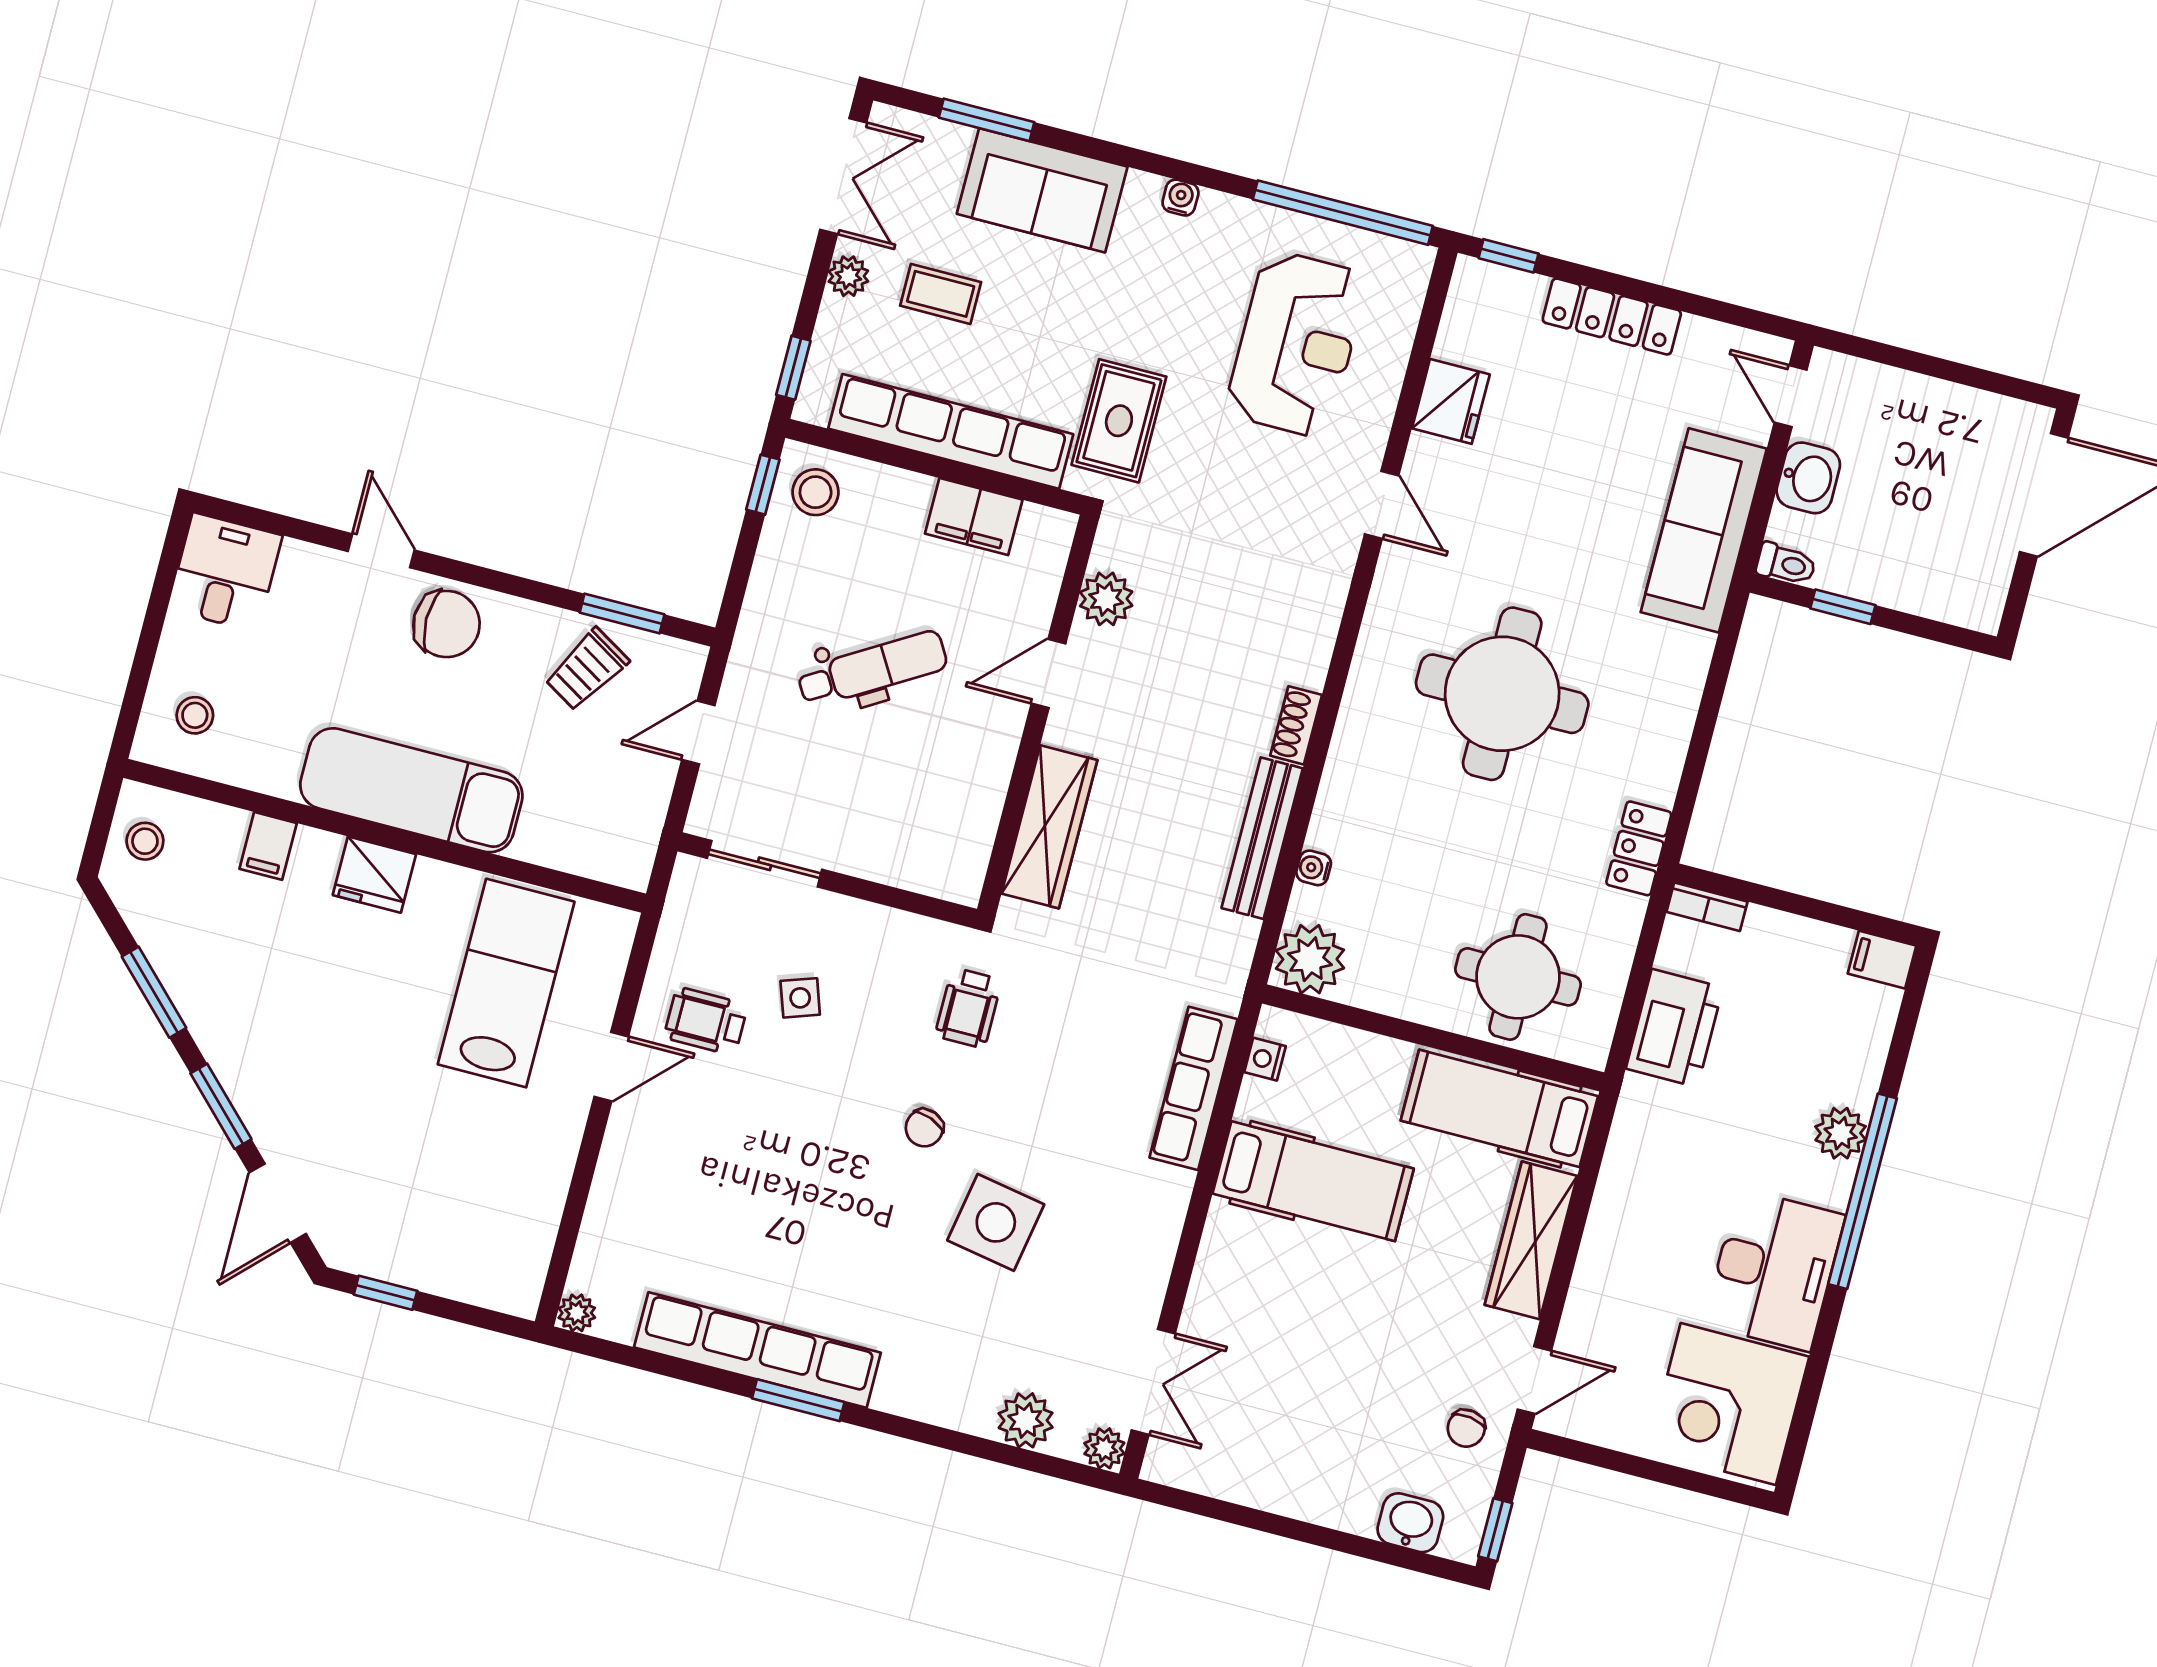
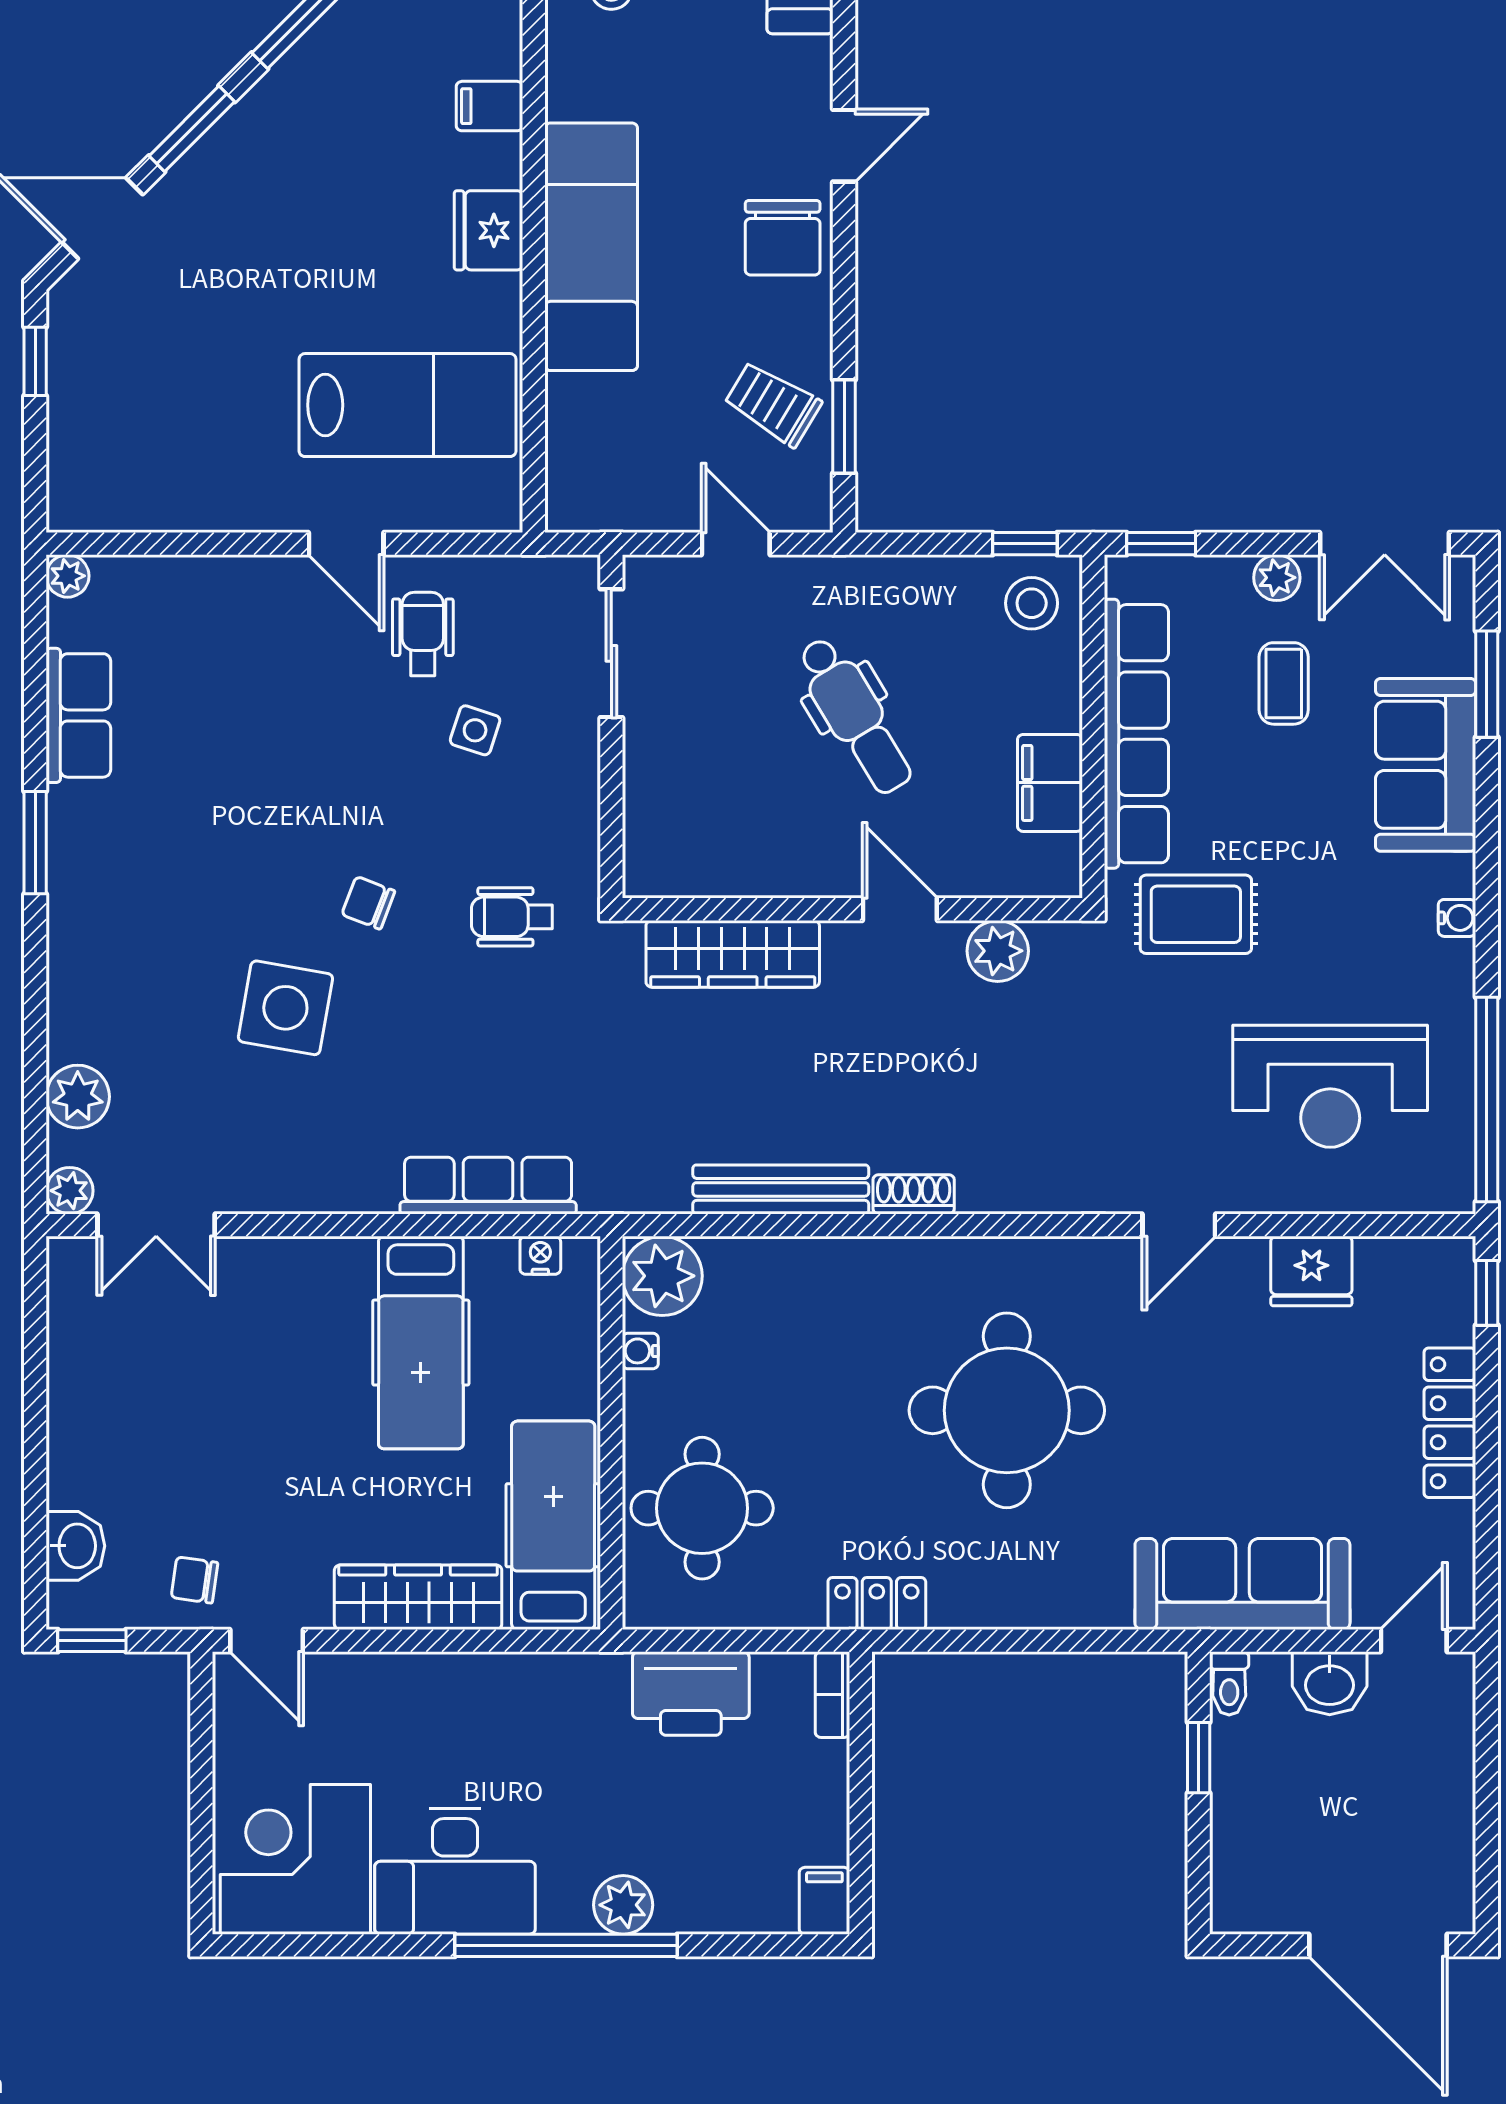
water cooler: (1314, 868) -> (640, 1351), moved, turned -90
side table: (800, 998) -> (475, 730), turned 37
row of seats: (757, 1350) -> (78, 715), width x0.50

